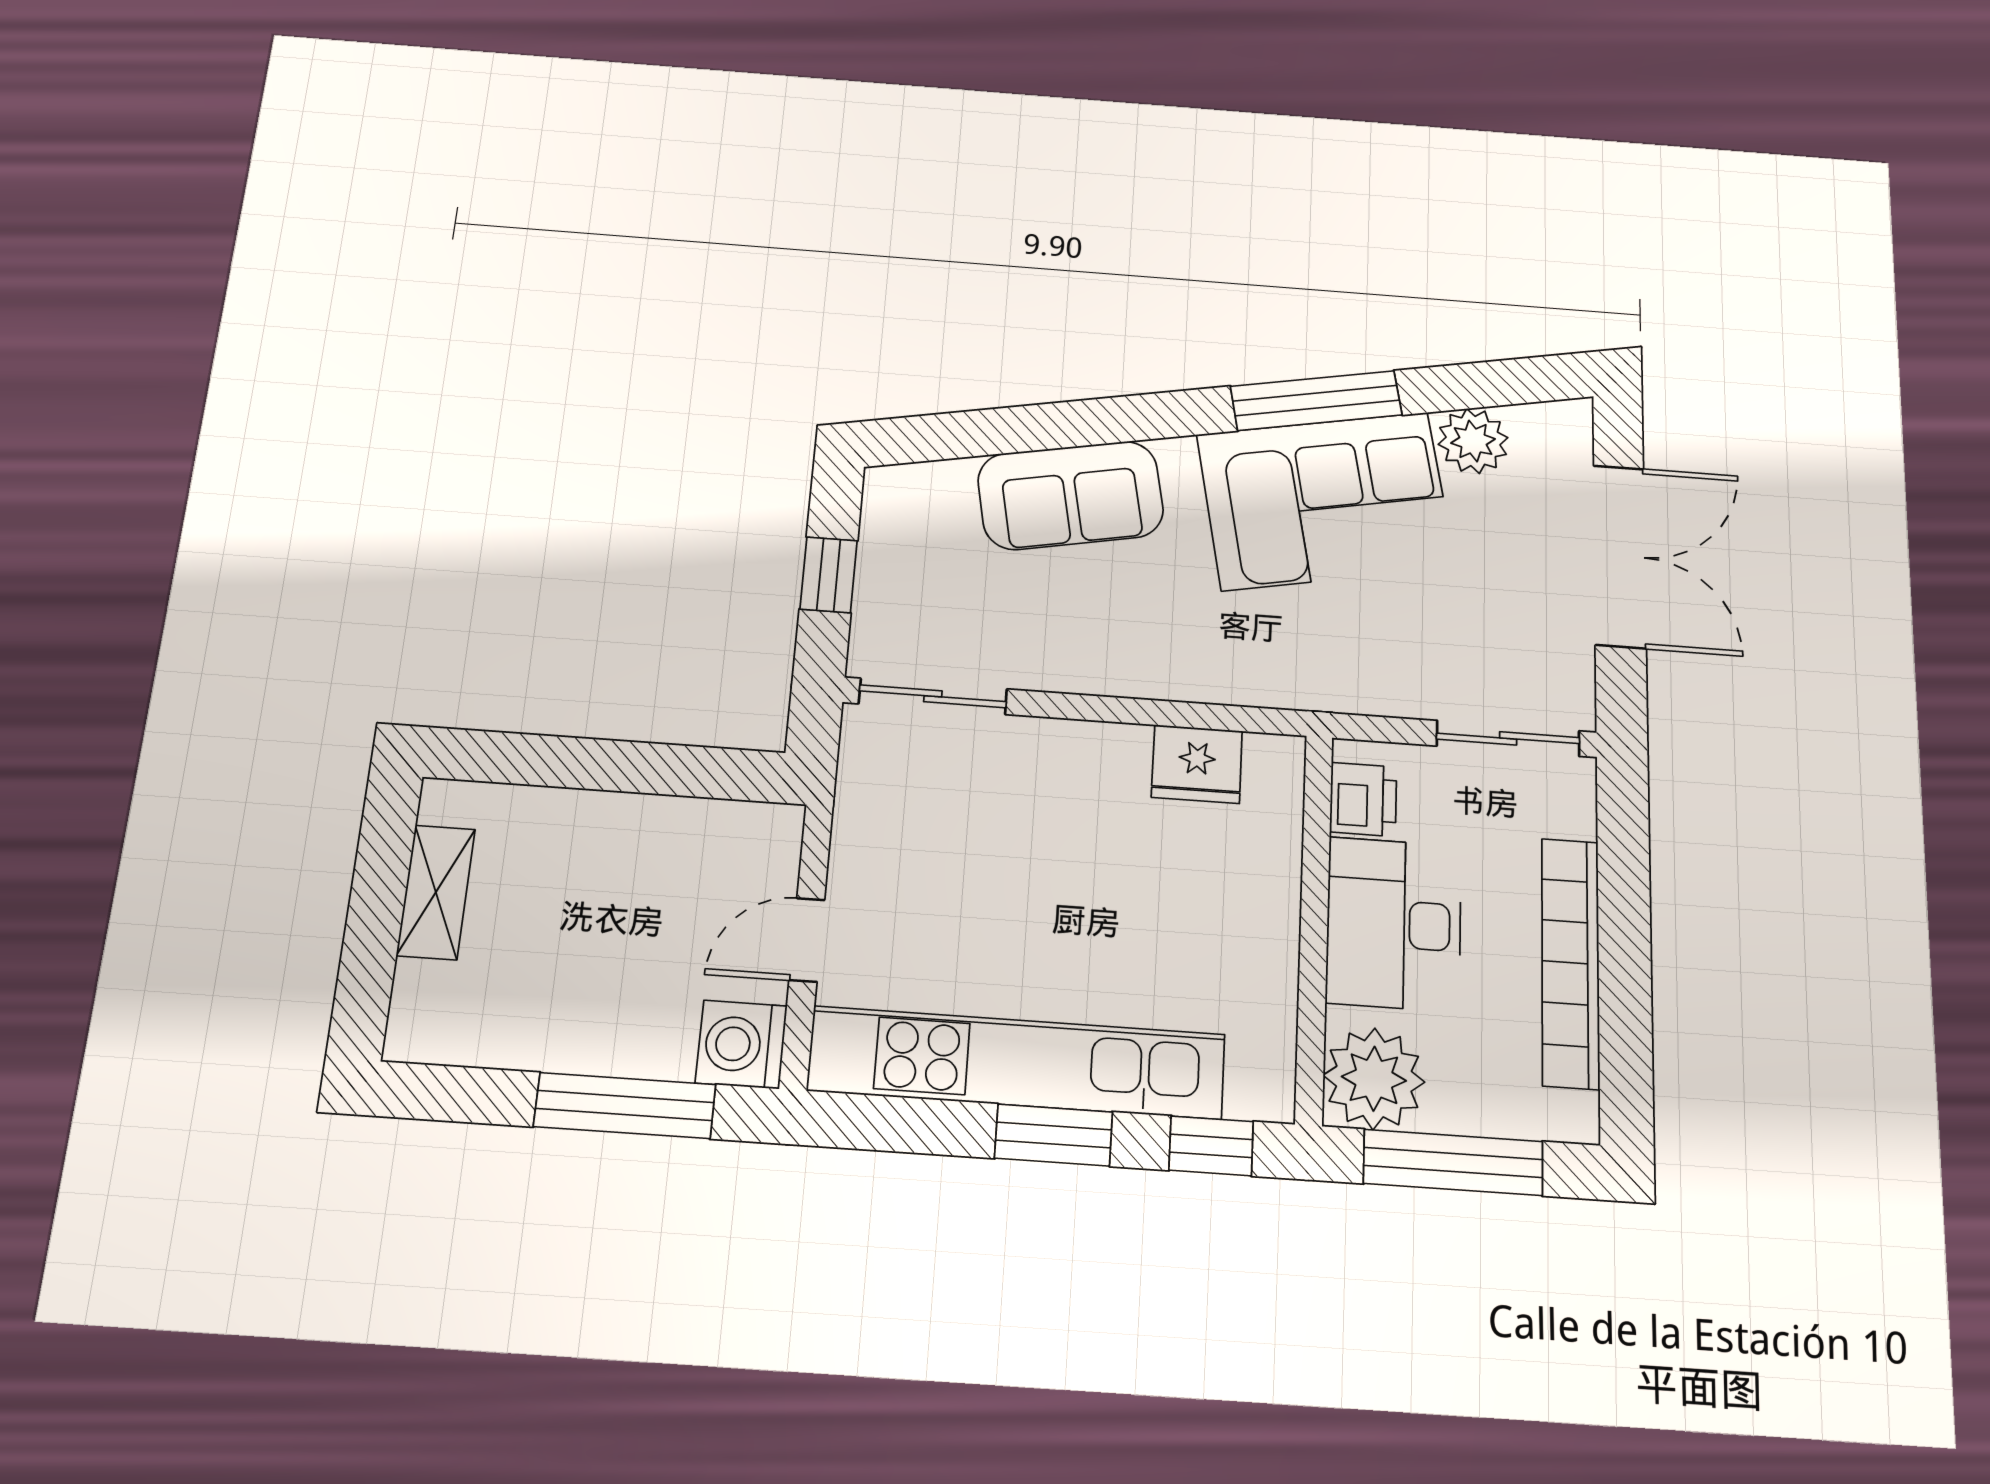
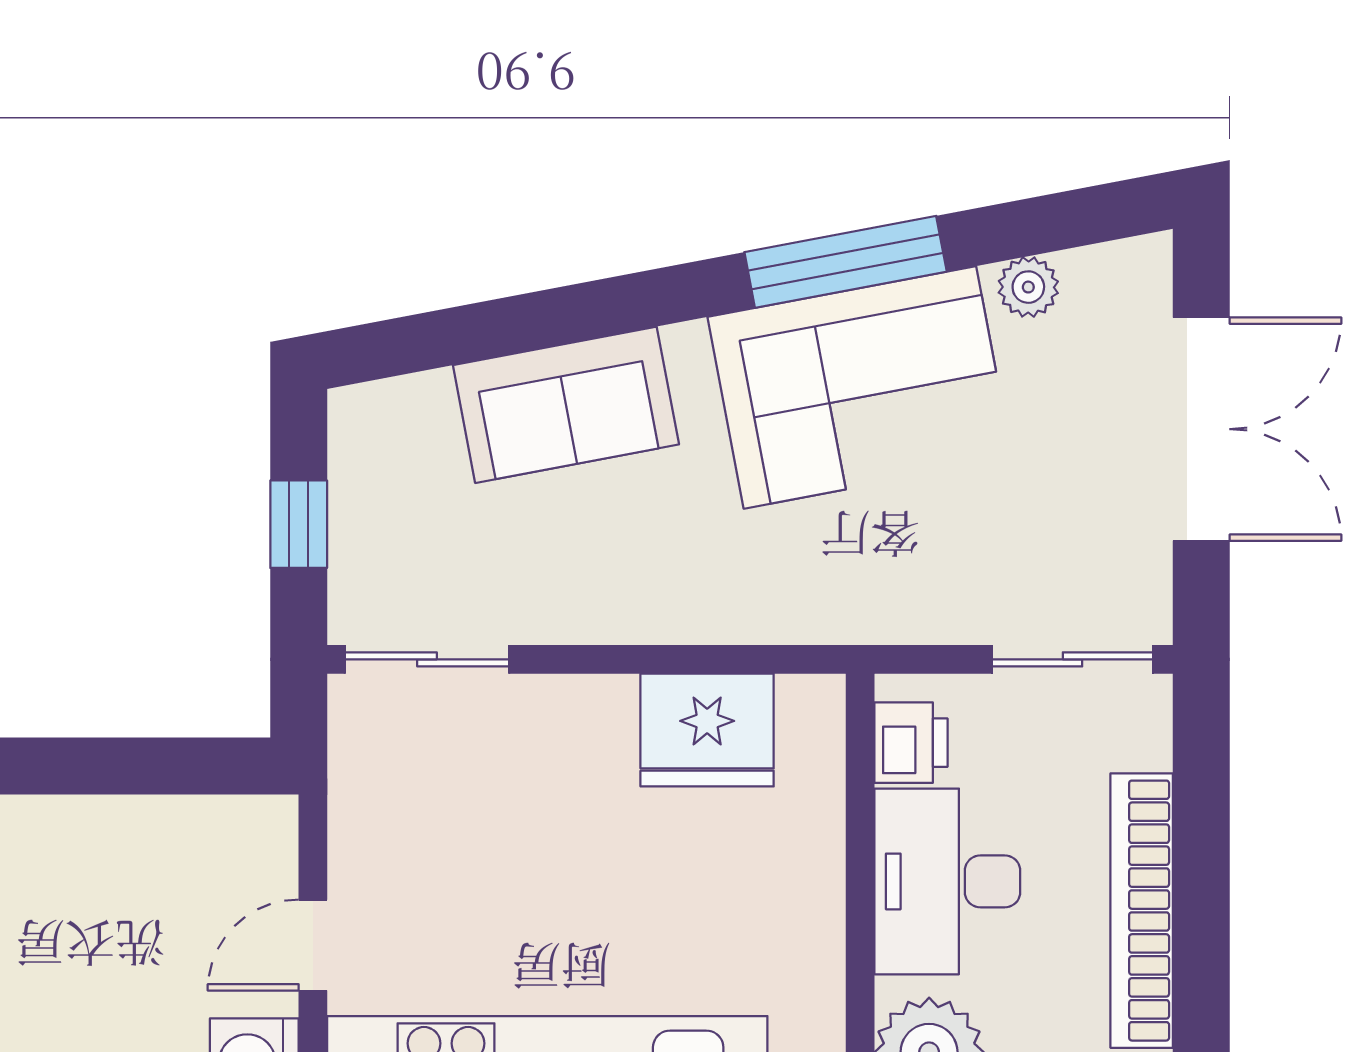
plant: (1473, 441) -> (1028, 287), width x0.73, depth x0.73
fridge: (1197, 764) -> (707, 730), width x1.36, depth x1.34

